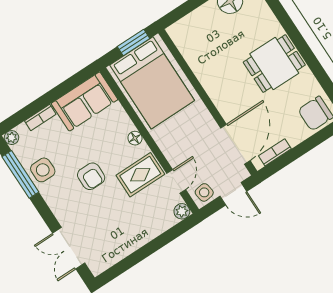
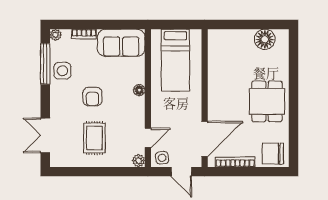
window: (134, 43) -> (181, 25), removed
dining table: (274, 64) -> (267, 101), turned 90
bed: (152, 83) -> (175, 60), width x0.67
bookcase: (275, 152) -> (235, 162), width x1.56
rug: (140, 175) -> (94, 138), moved, turned 90

